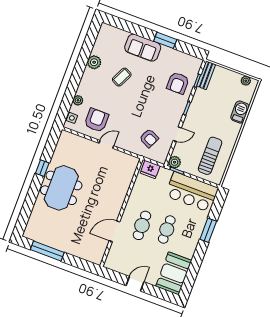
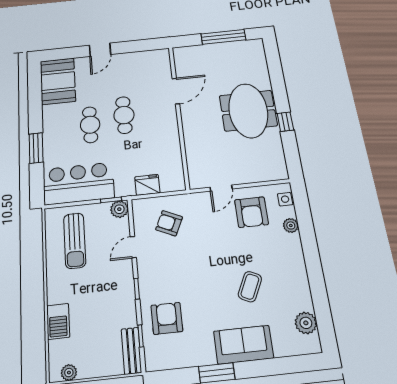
plant: (94, 62) -> (306, 323), moved
wall: (121, 213) -> (179, 115), moved
door: (114, 231) -> (176, 91), moved

